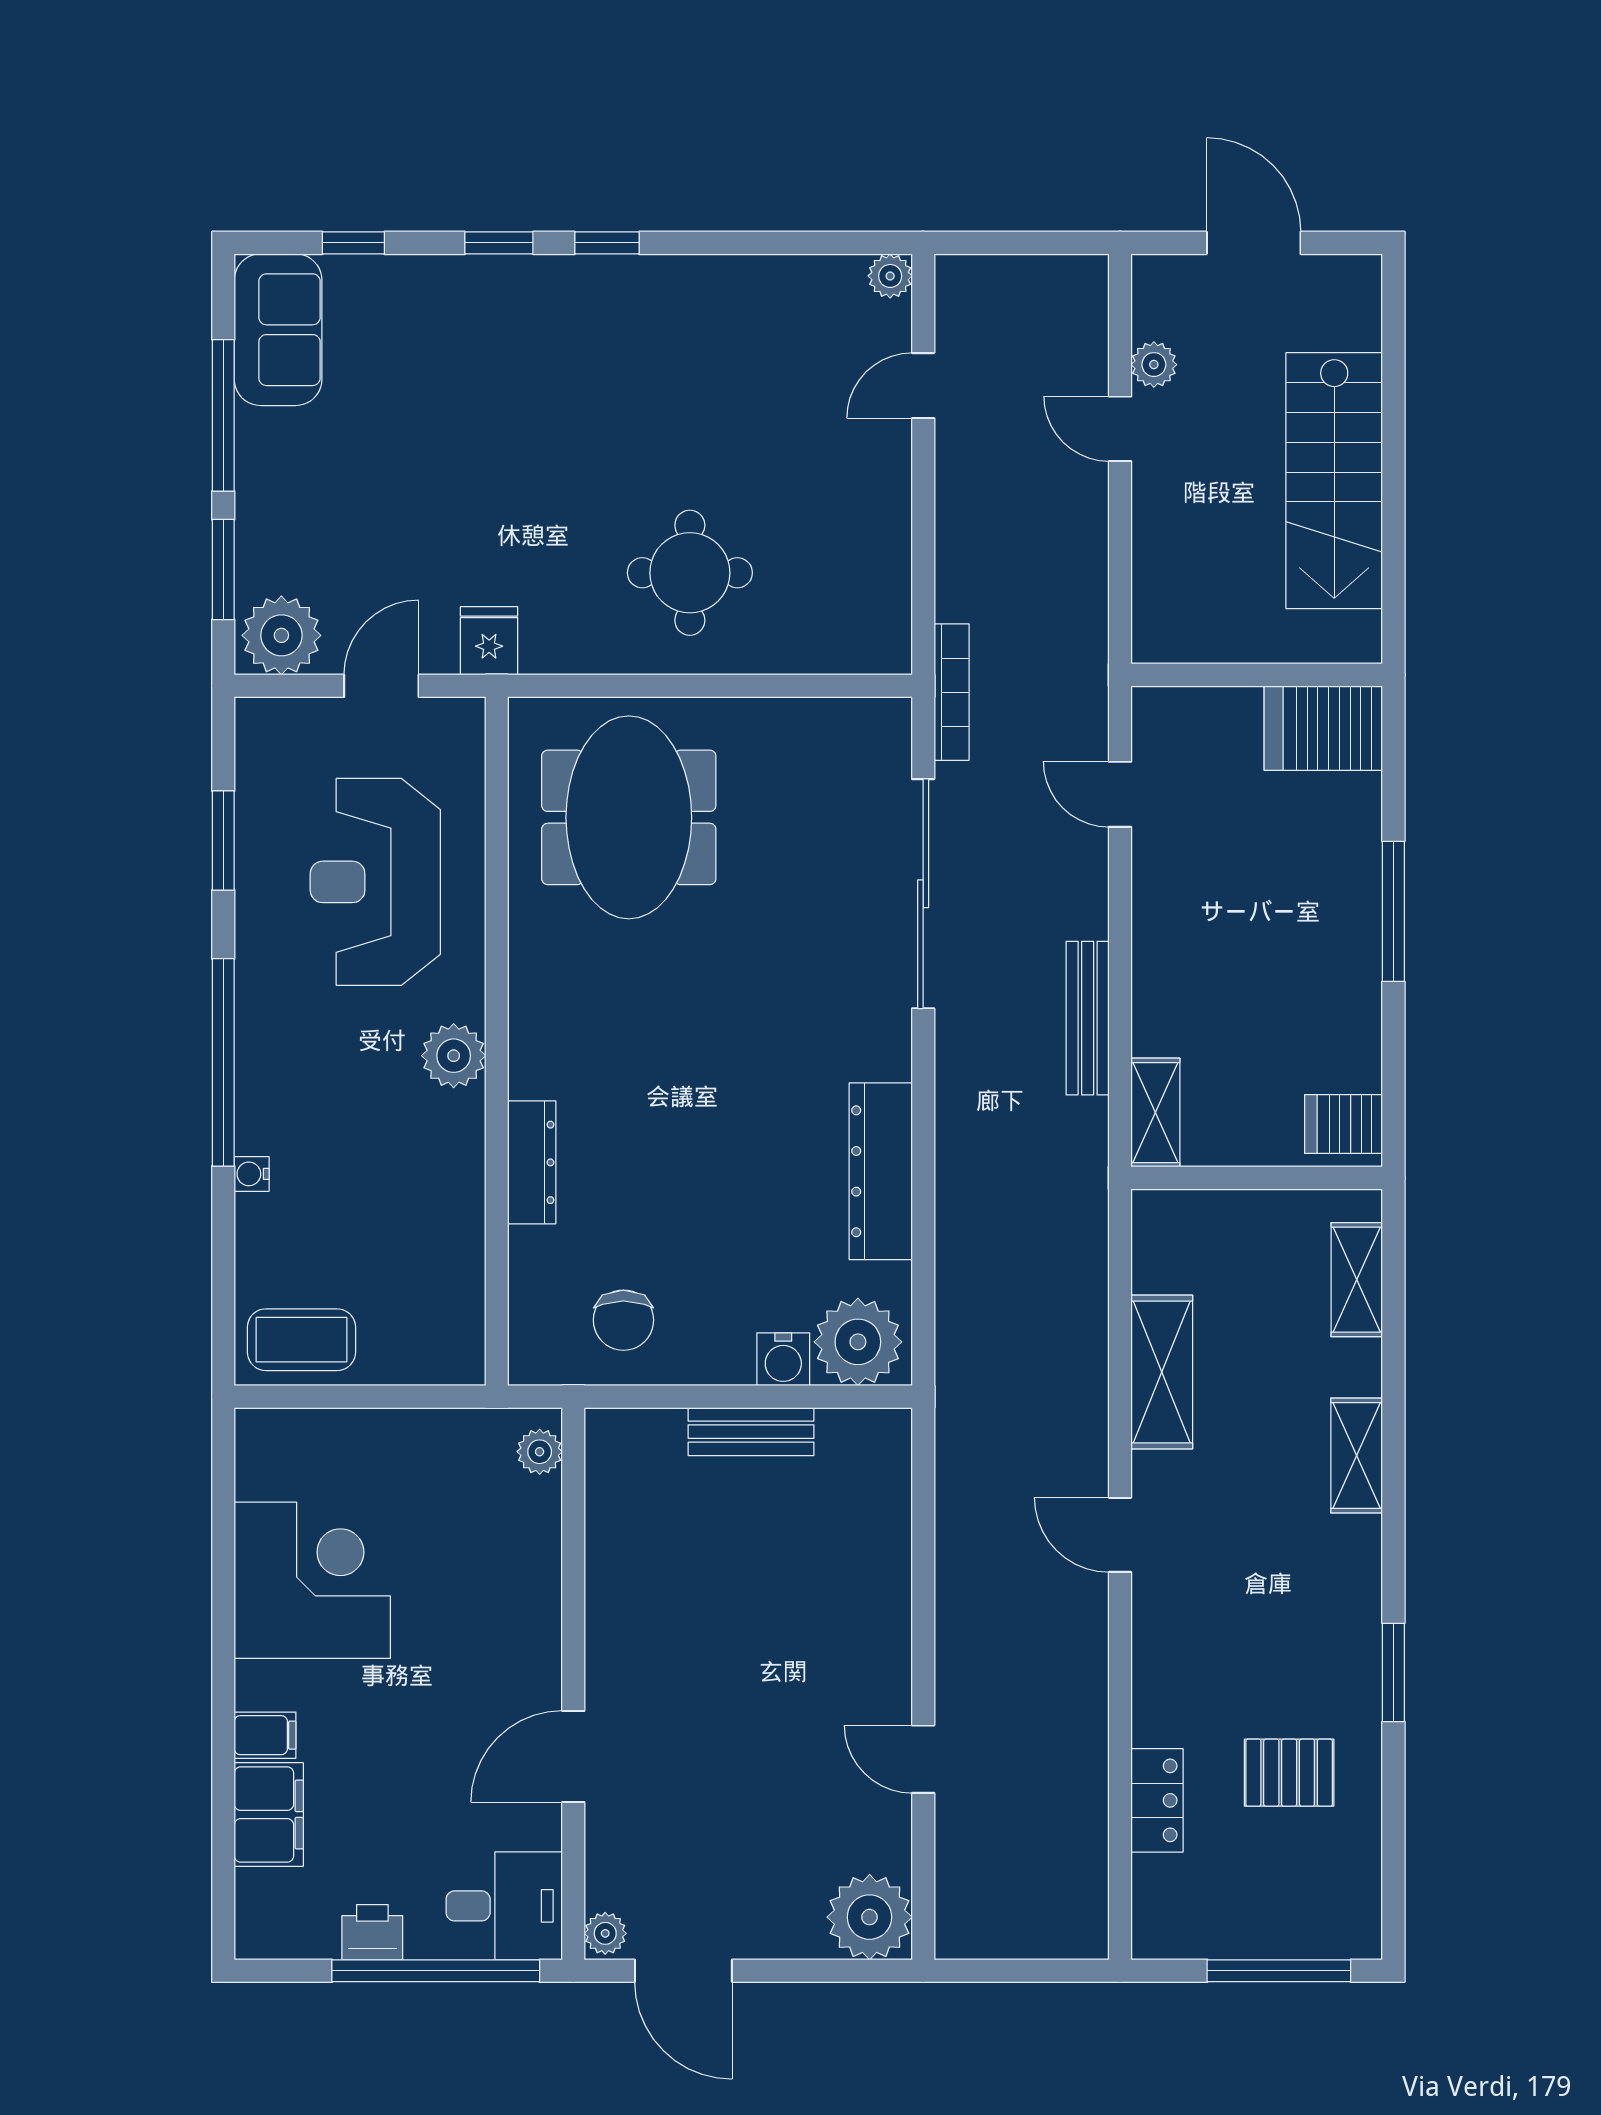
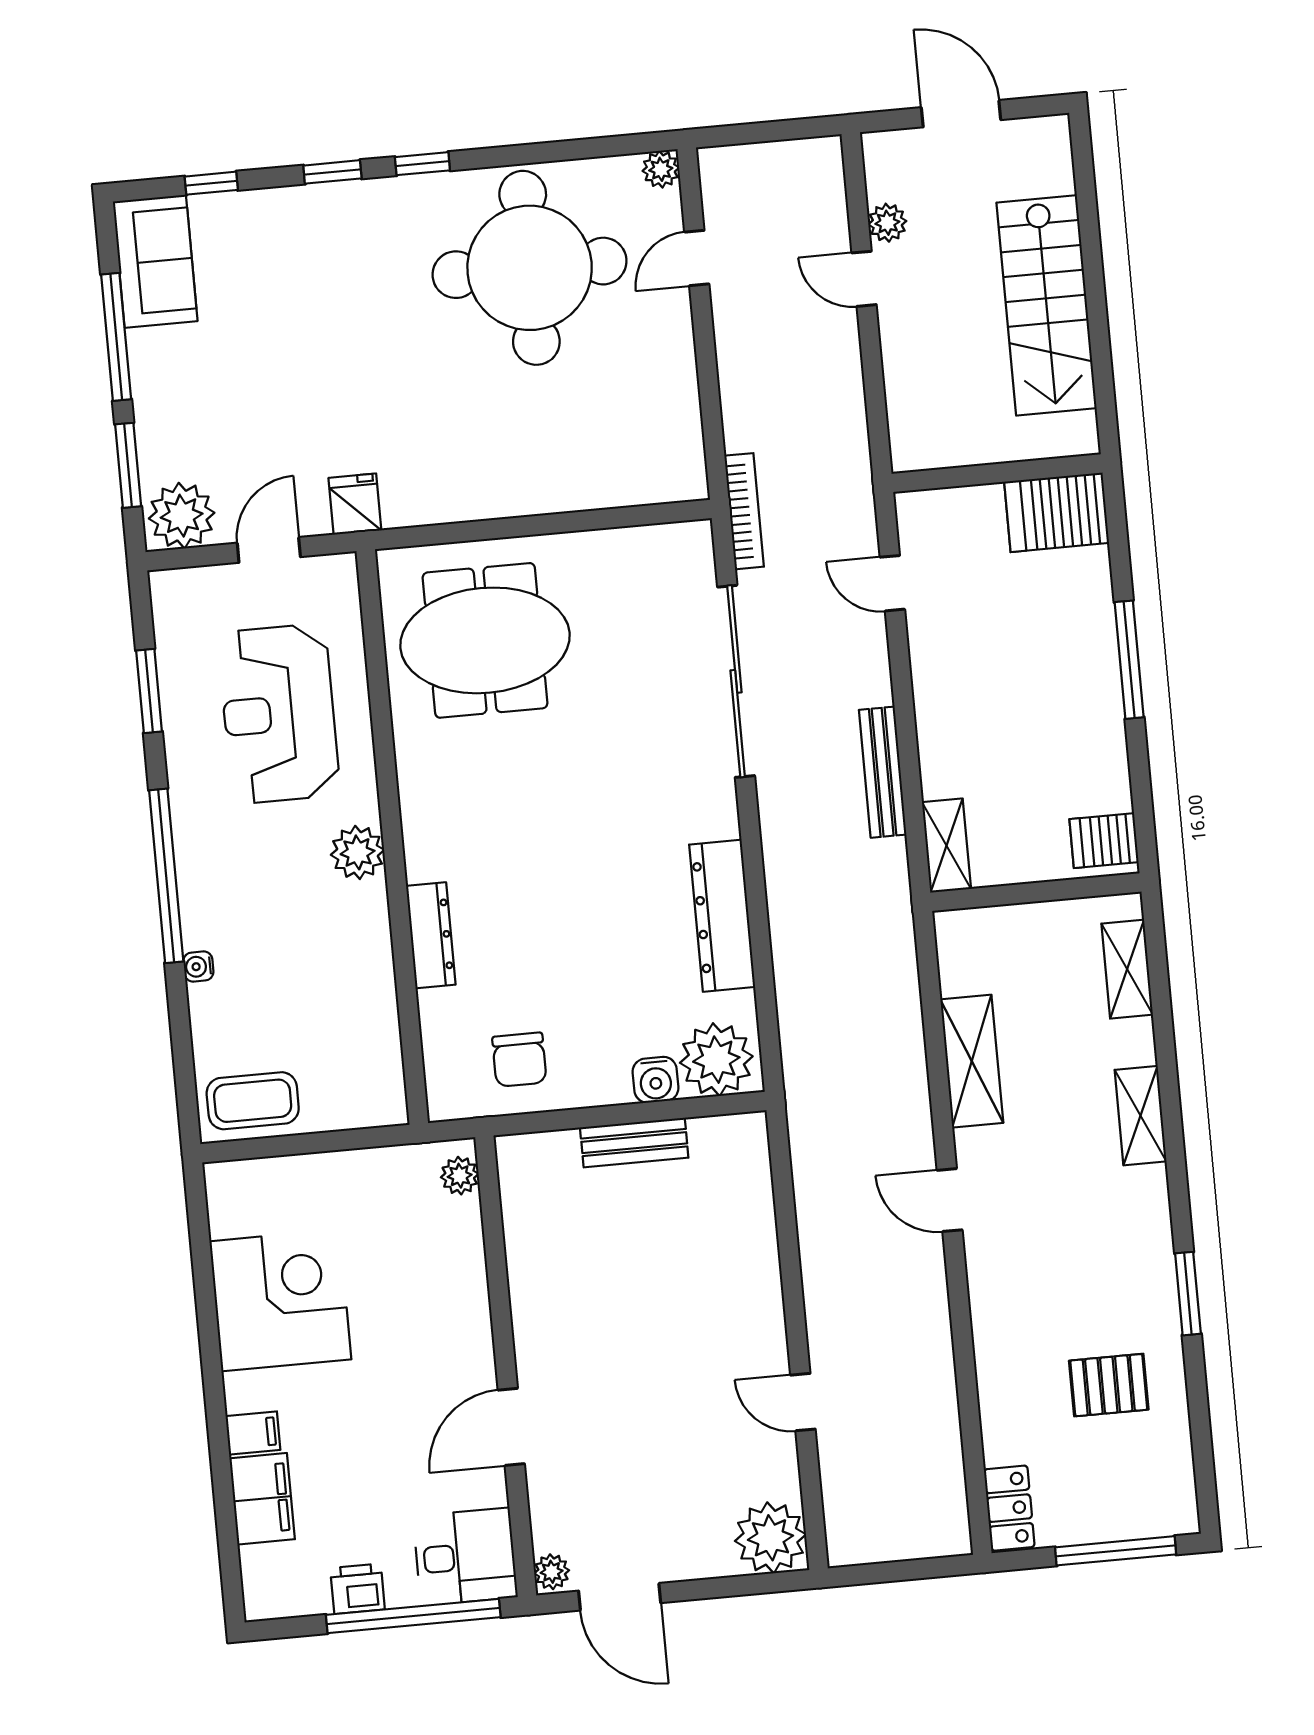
round table: (690, 573) -> (530, 268), moved, width x1.86, depth x1.86
meeting table: (629, 817) -> (485, 640), turned 90
locker: (1157, 1800) -> (1009, 1508), moved

